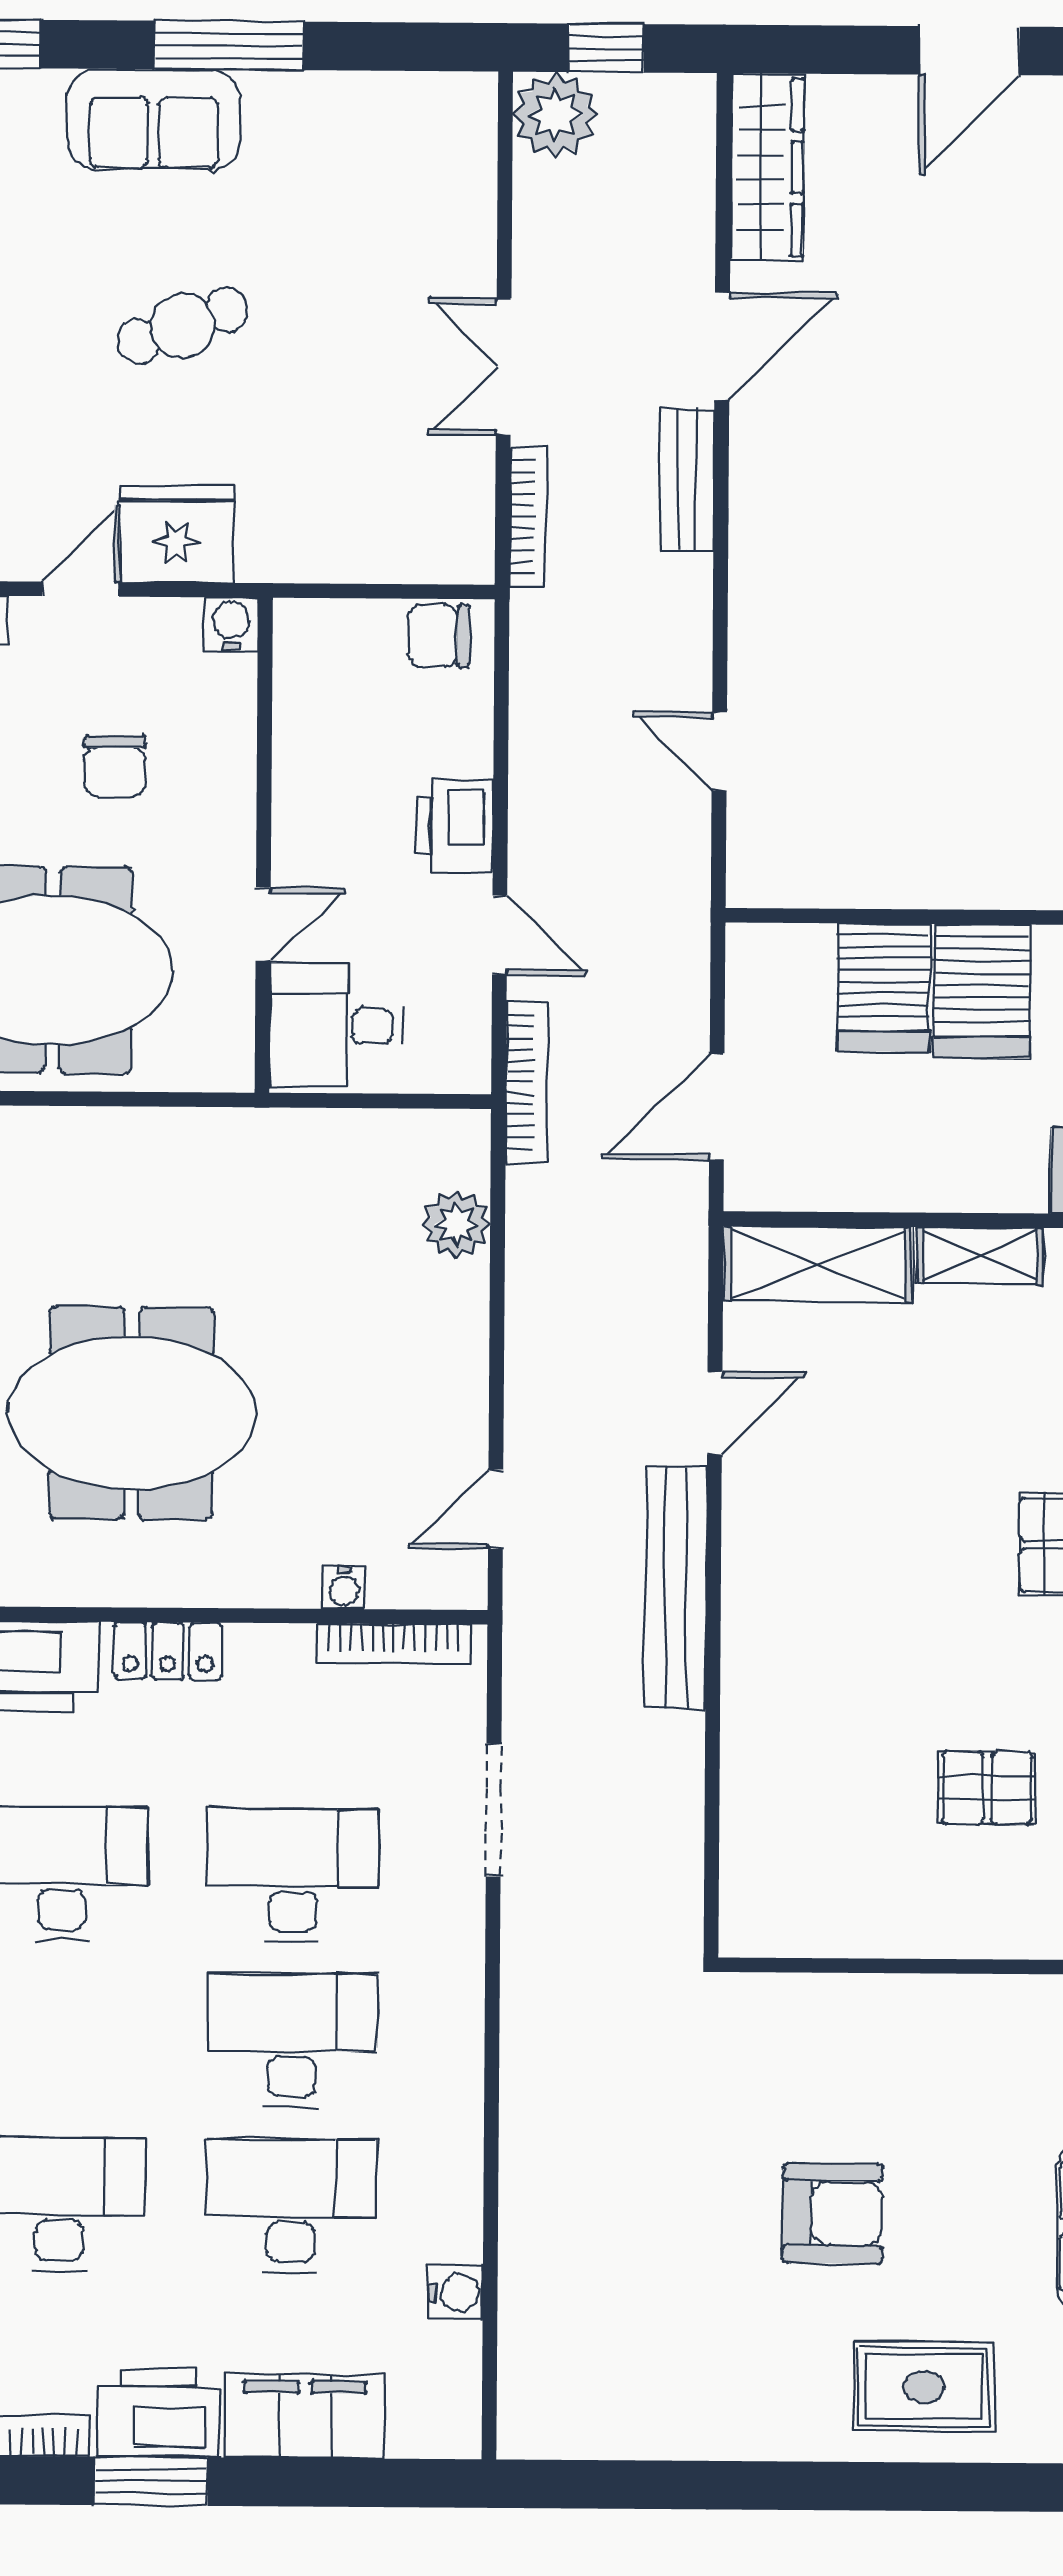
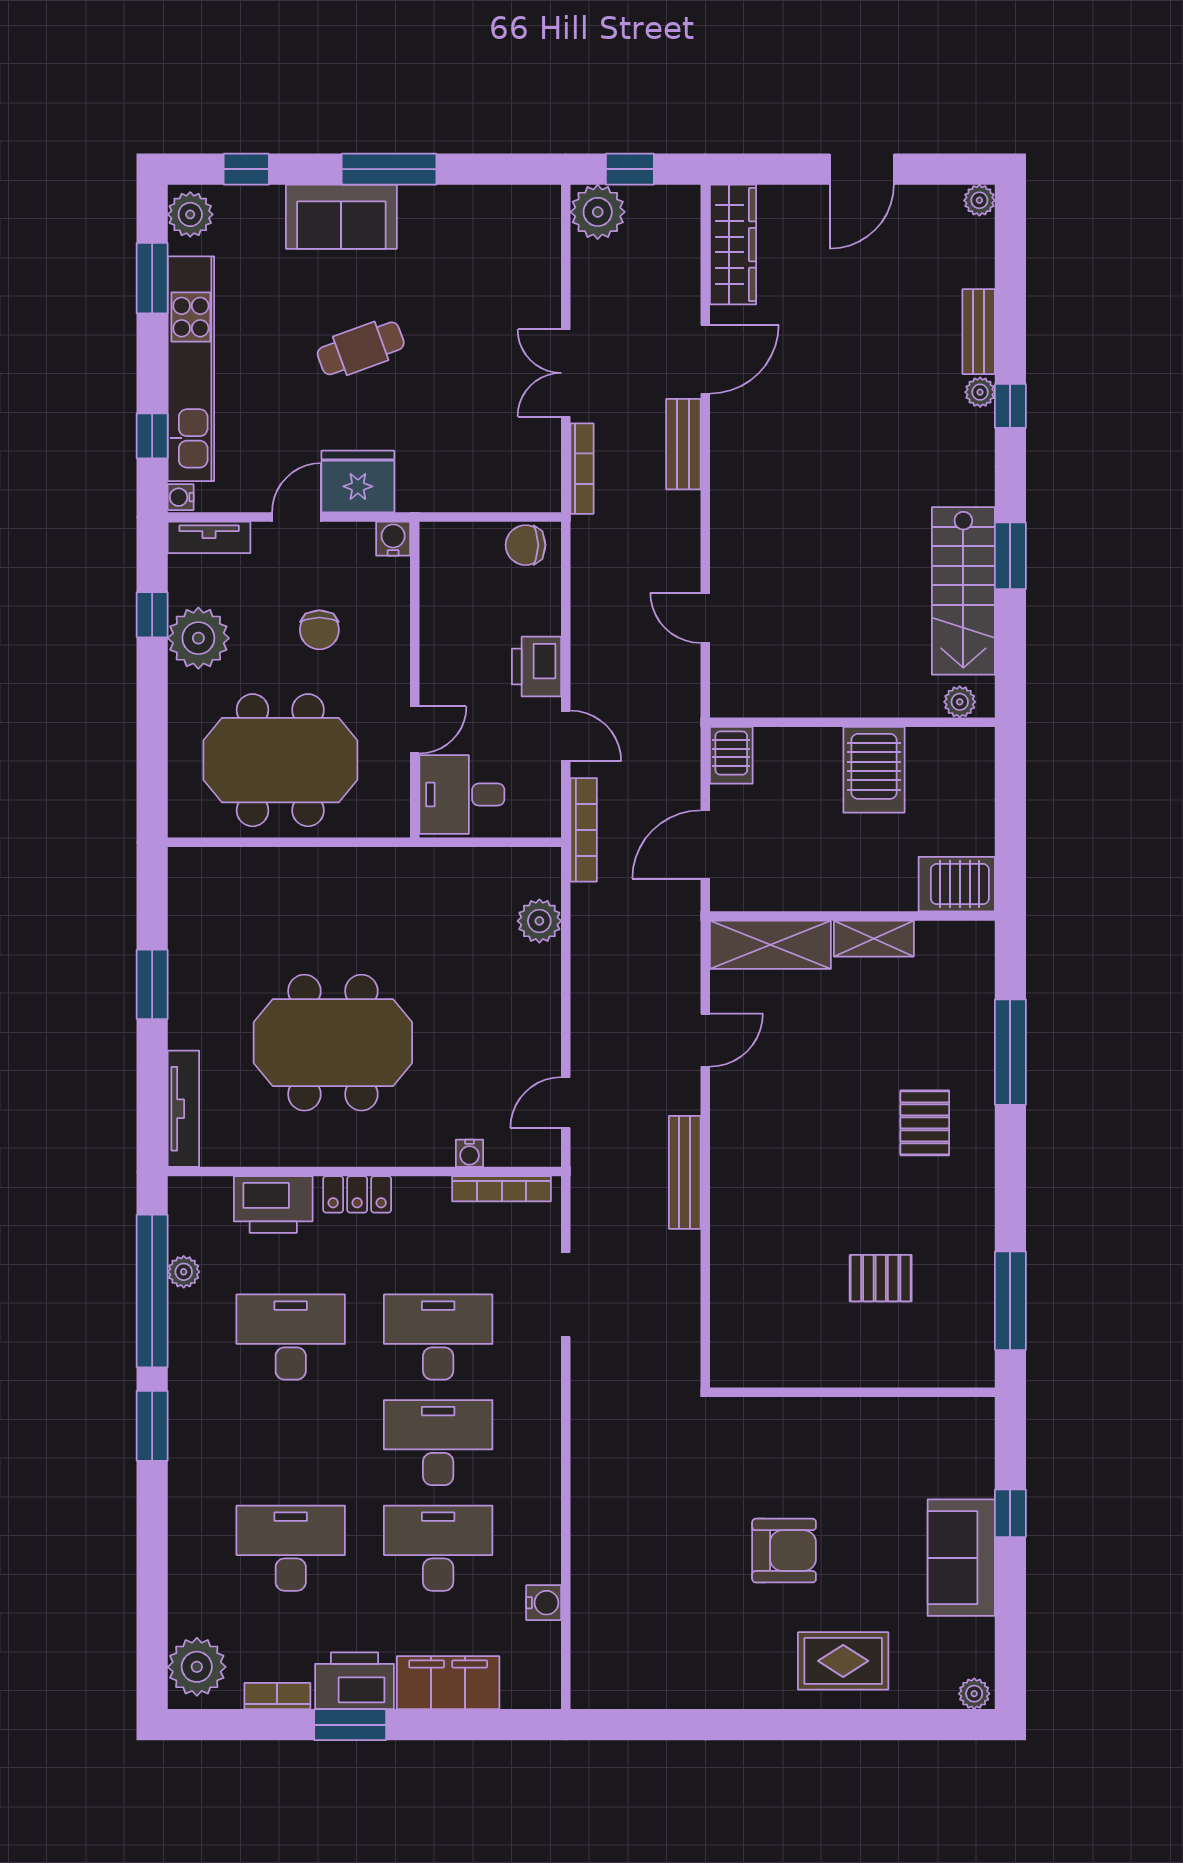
server rack: (883, 988) -> (731, 755), moved, width x0.73, depth x0.70
bench: (676, 1587) -> (685, 1172), width x0.73, depth x0.82

